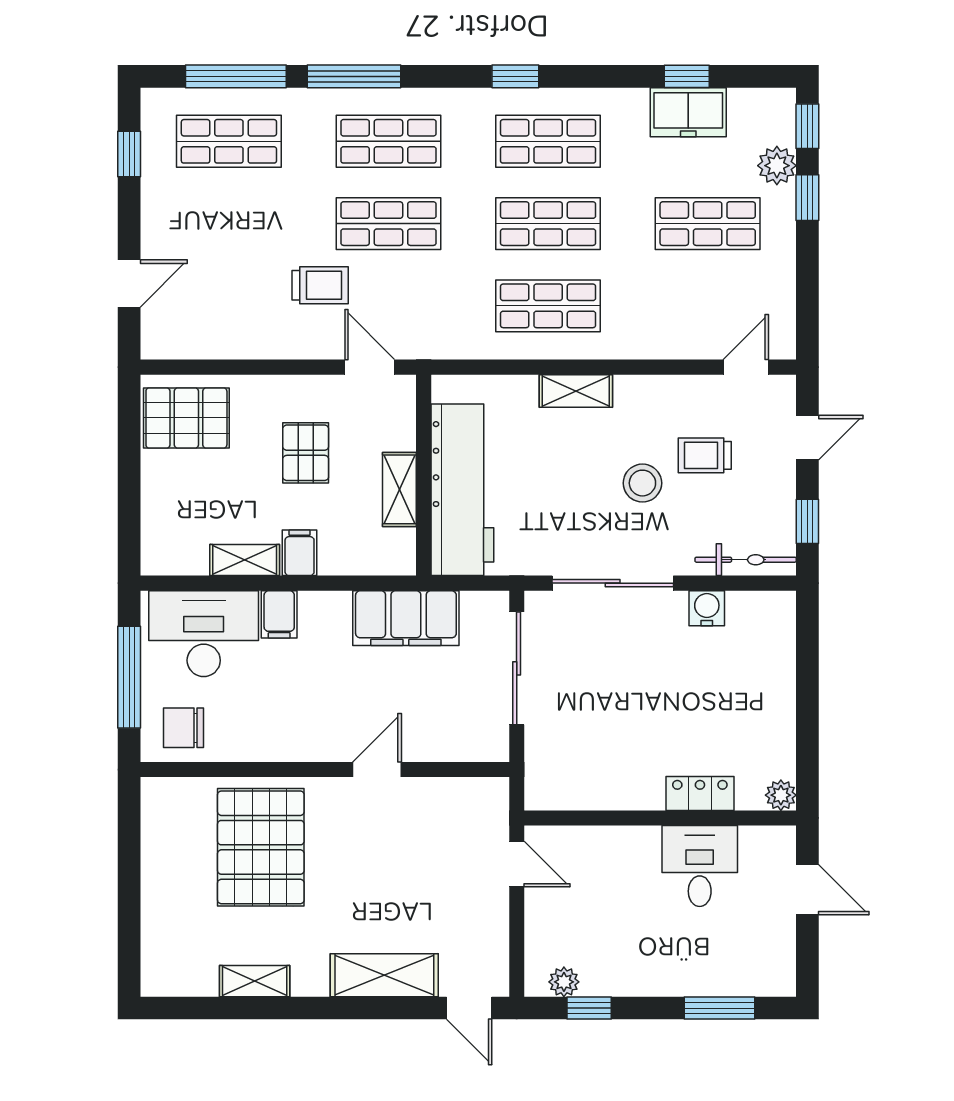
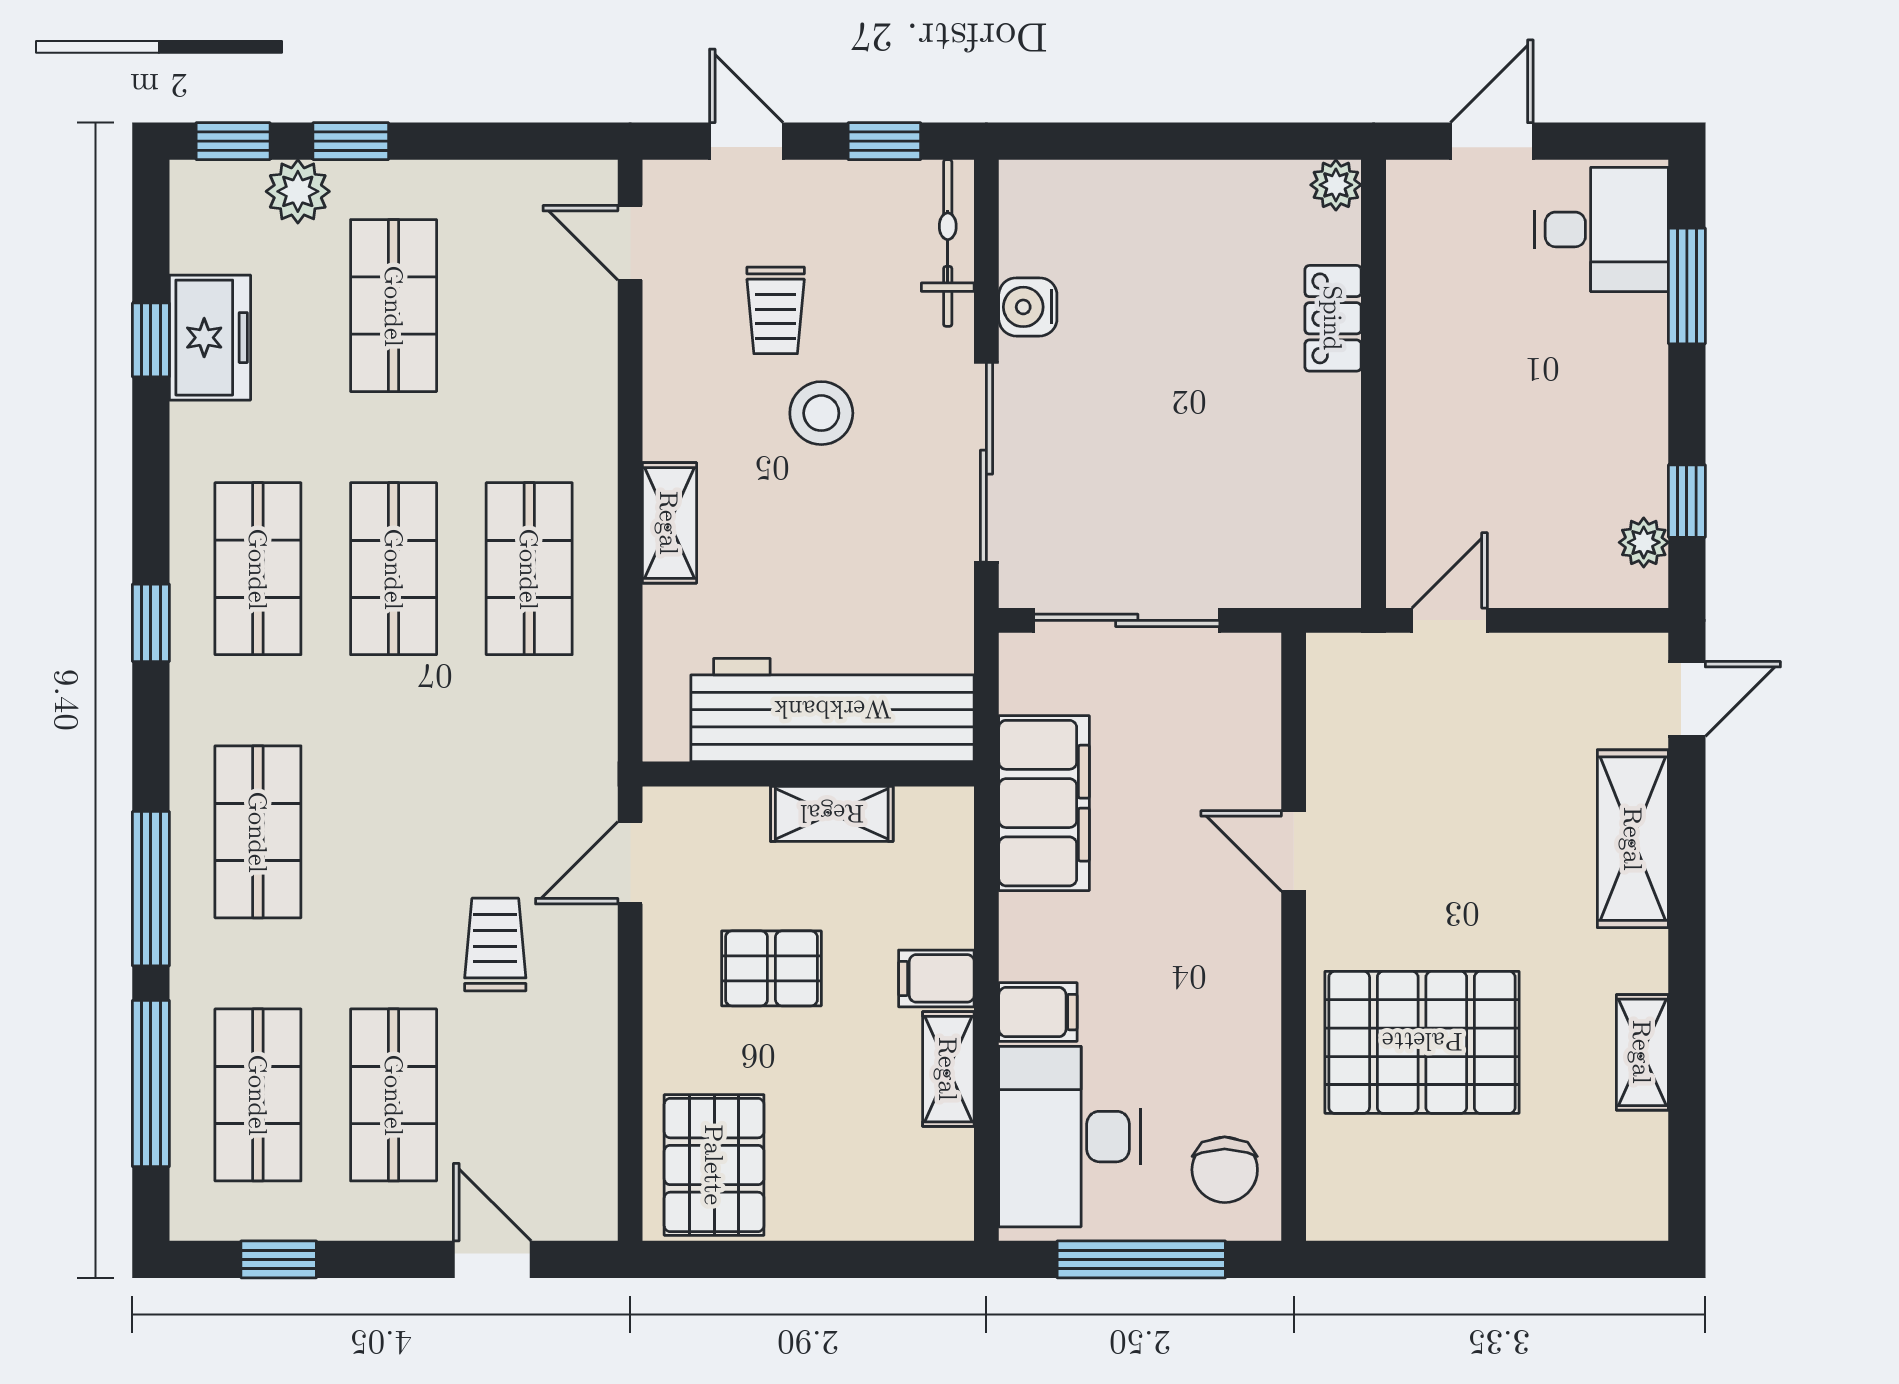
shop shelf: (388, 224) -> (394, 1095), moved
desk: (700, 866) -> (1601, 229), moved, turned 180

